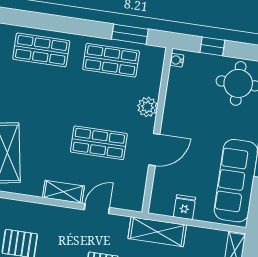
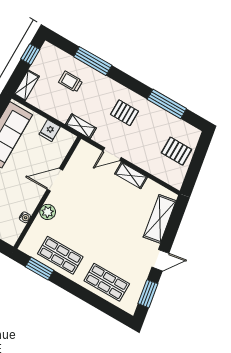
water cooler: (177, 60) -> (25, 217), moved
shop shelf: (99, 143) -> (92, 200), removed
shelving: (157, 232) -> (81, 126), width x0.67, depth x0.75

